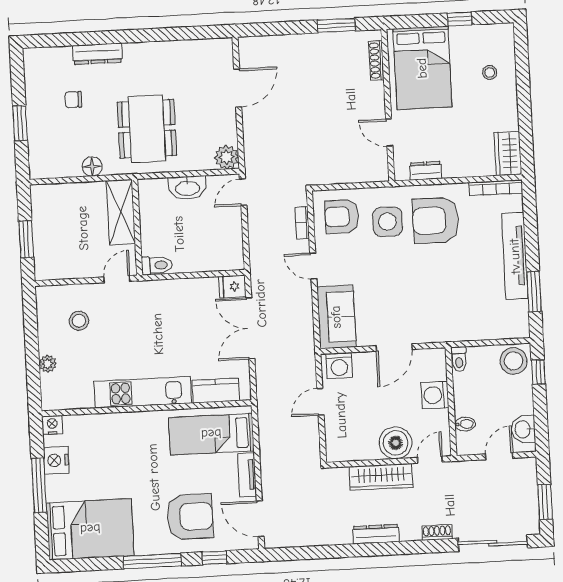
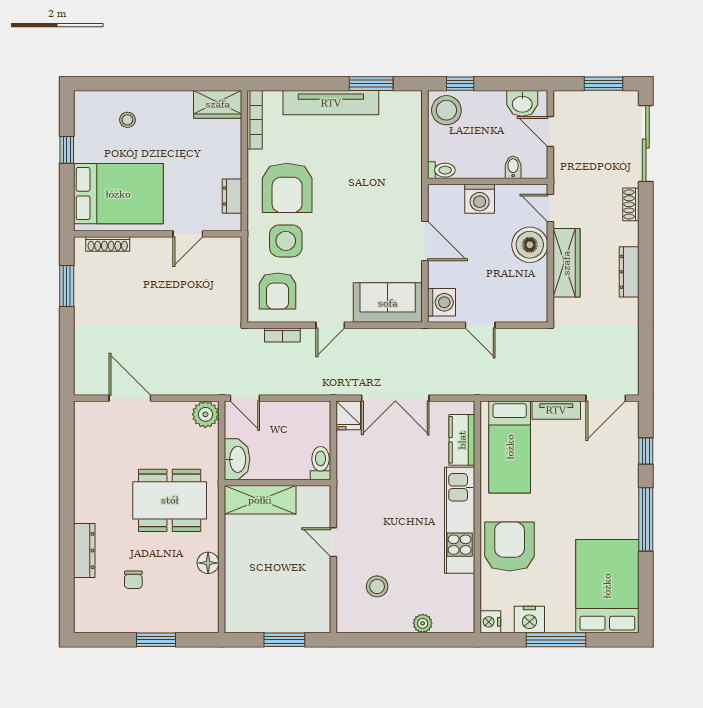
shelving: (121, 212) -> (260, 500), moved
wall: (137, 227) -> (278, 483), moved
toilet: (157, 265) -> (321, 463), moved
armchair: (190, 517) -> (510, 546), moved

